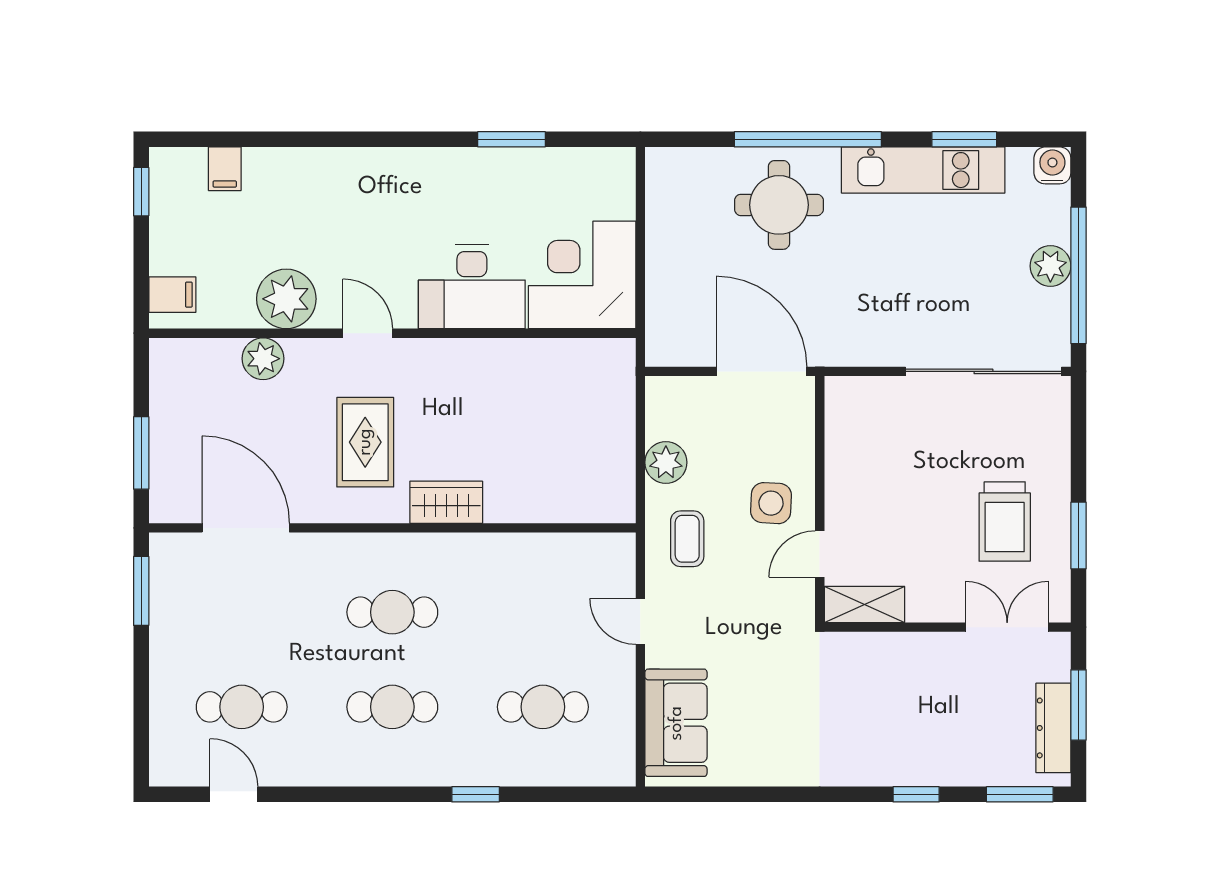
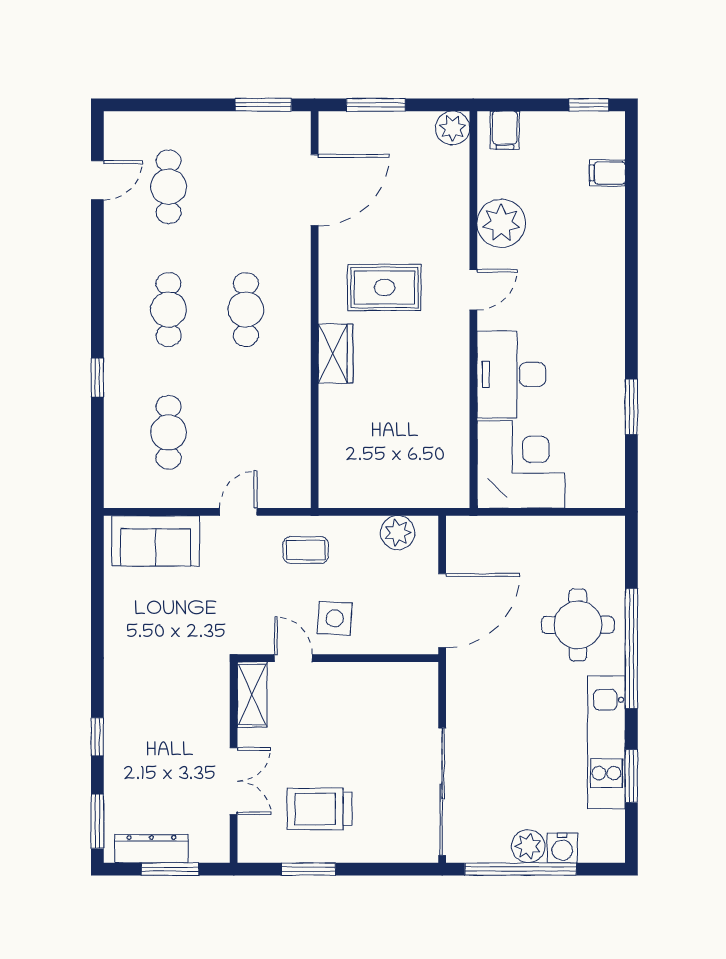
water cooler: (1052, 165) -> (562, 848), moved, turned 90
plant: (263, 359) -> (453, 128), moved
plant: (666, 462) -> (398, 533), moved
double door: (1007, 627) -> (234, 781), moved

